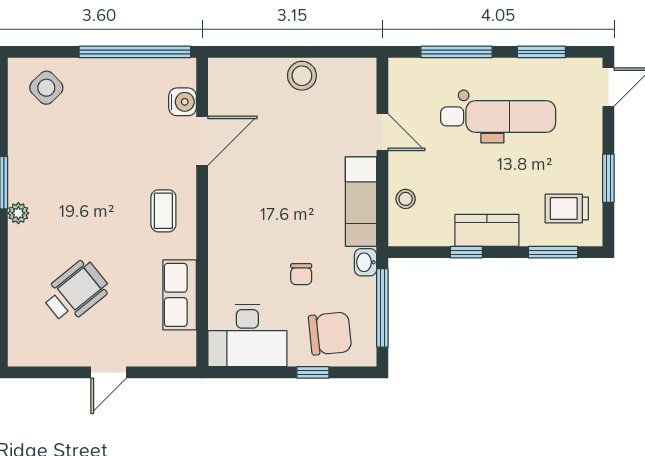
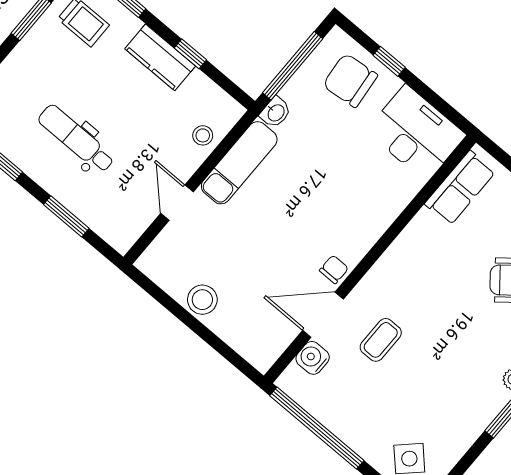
window: (457, 52) -> (66, 216), width x0.69
dental chair: (498, 116) -> (76, 139), width x0.73, depth x0.72
coffee table: (163, 211) -> (381, 340), moved
chair: (301, 274) -> (334, 269), moved
row of seats: (180, 295) -> (460, 188), moved

